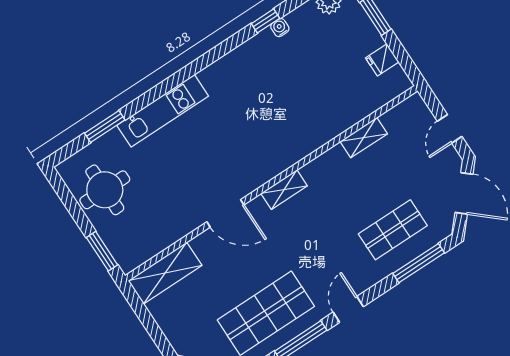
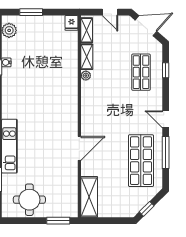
fridge: (382, 60) -> (71, 23), moved
plant: (336, 154) -> (86, 76), added
shelving: (284, 190) -> (87, 30), moved
window: (419, 263) -> (166, 70), width x0.46

